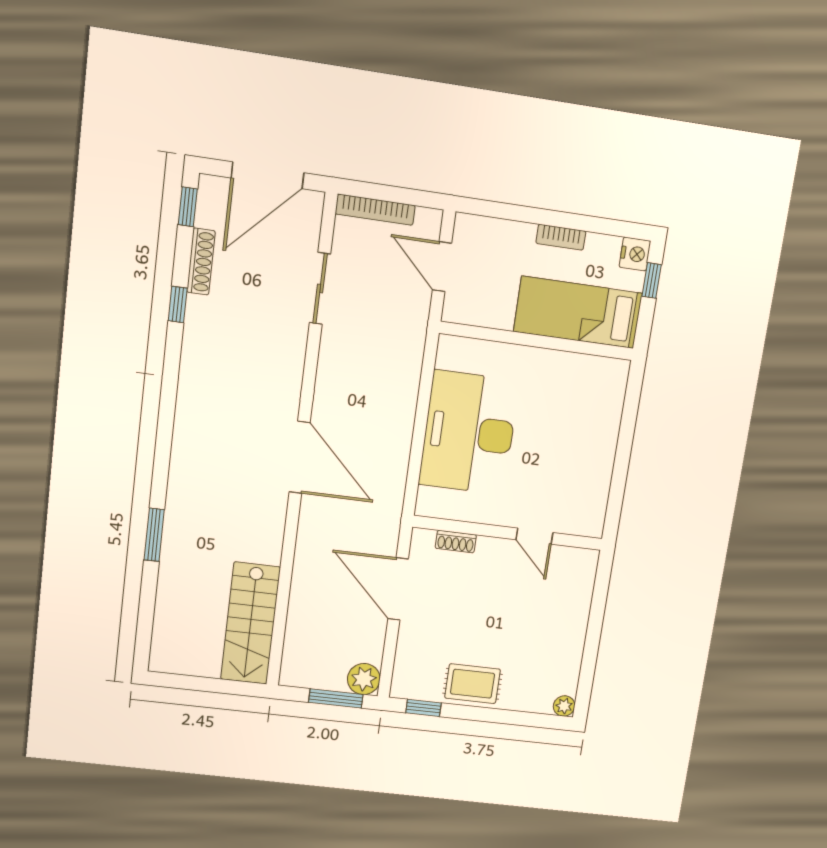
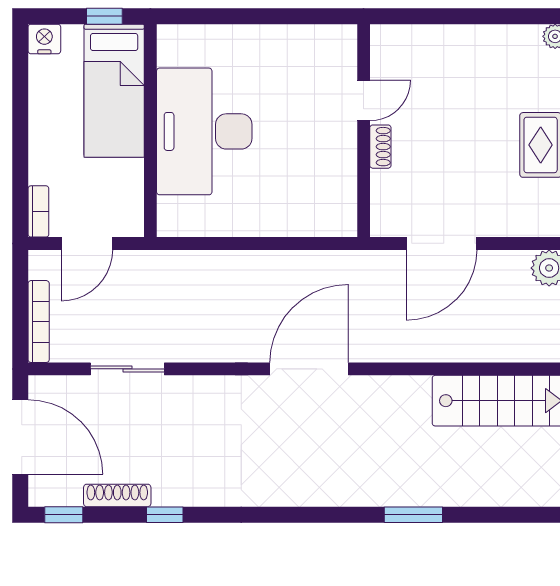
bookcase: (561, 237) -> (38, 211), moved
window: (652, 281) -> (104, 16), moved
desk: (469, 433) -> (204, 131), moved, turned 90
shoe rack: (456, 542) -> (380, 147), moved

